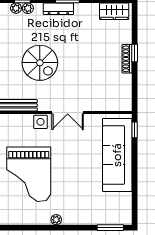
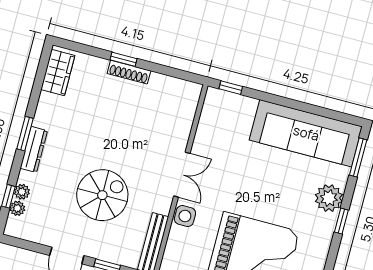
sofa: (117, 155) -> (306, 133), moved
plant: (56, 220) -> (329, 198), moved, width x1.88, depth x1.88
window: (65, 228) -> (341, 221), added

